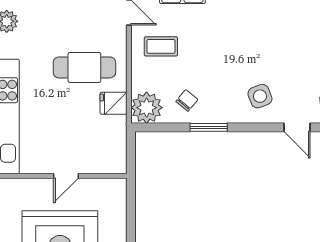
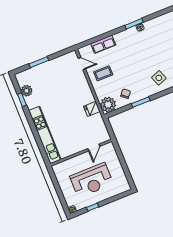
cafe table: (84, 67) -> (72, 98), removed
door: (66, 176) -> (94, 147), moved

